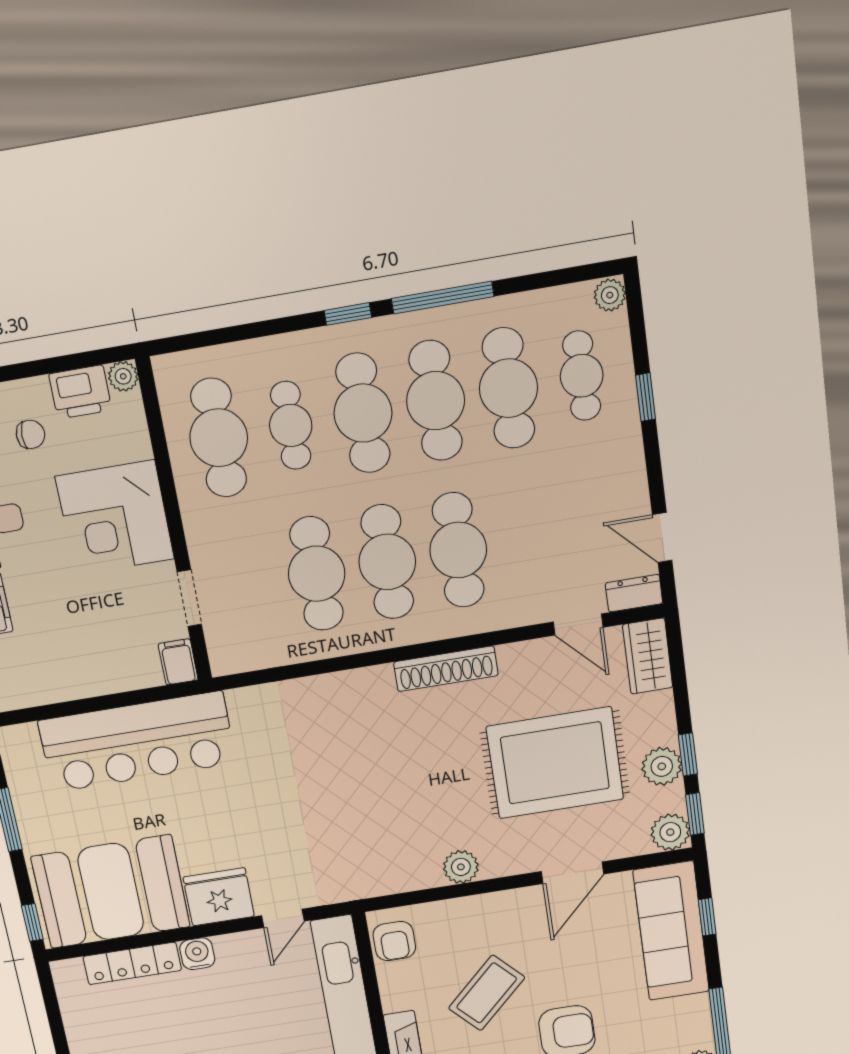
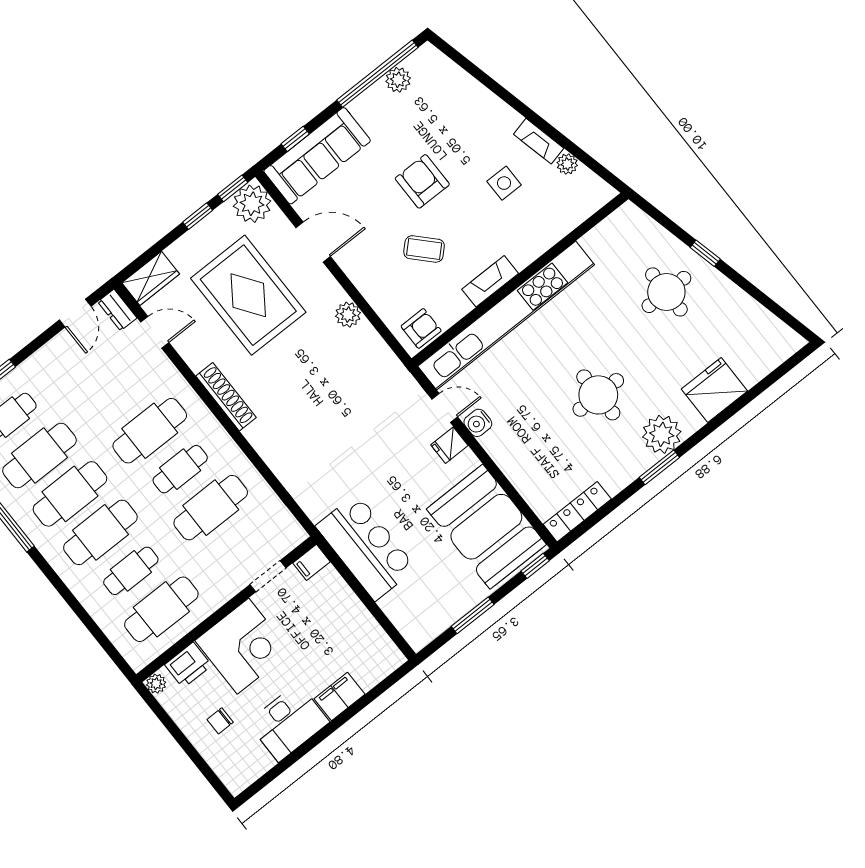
window: (348, 314) -> (49, 572), removed
printer: (80, 392) -> (188, 665), moved, turned 90
chair: (31, 434) -> (220, 721), turned -92
cafe table: (387, 562) -> (180, 469), width x0.73, depth x0.74
door: (578, 625) -> (155, 332), hinge flipped
bar counter: (137, 742) -> (366, 547), width x0.73
plant: (662, 766) -> (214, 228), removed
plant: (670, 832) -> (252, 204), width x1.36, depth x1.36
fridge: (219, 897) -> (449, 445), width x0.53, depth x0.75
water cooler: (197, 954) -> (478, 423), moved
locker: (132, 963) -> (577, 512), moved, turned -90
coffee table: (487, 993) -> (424, 249), width x0.73, depth x0.77

